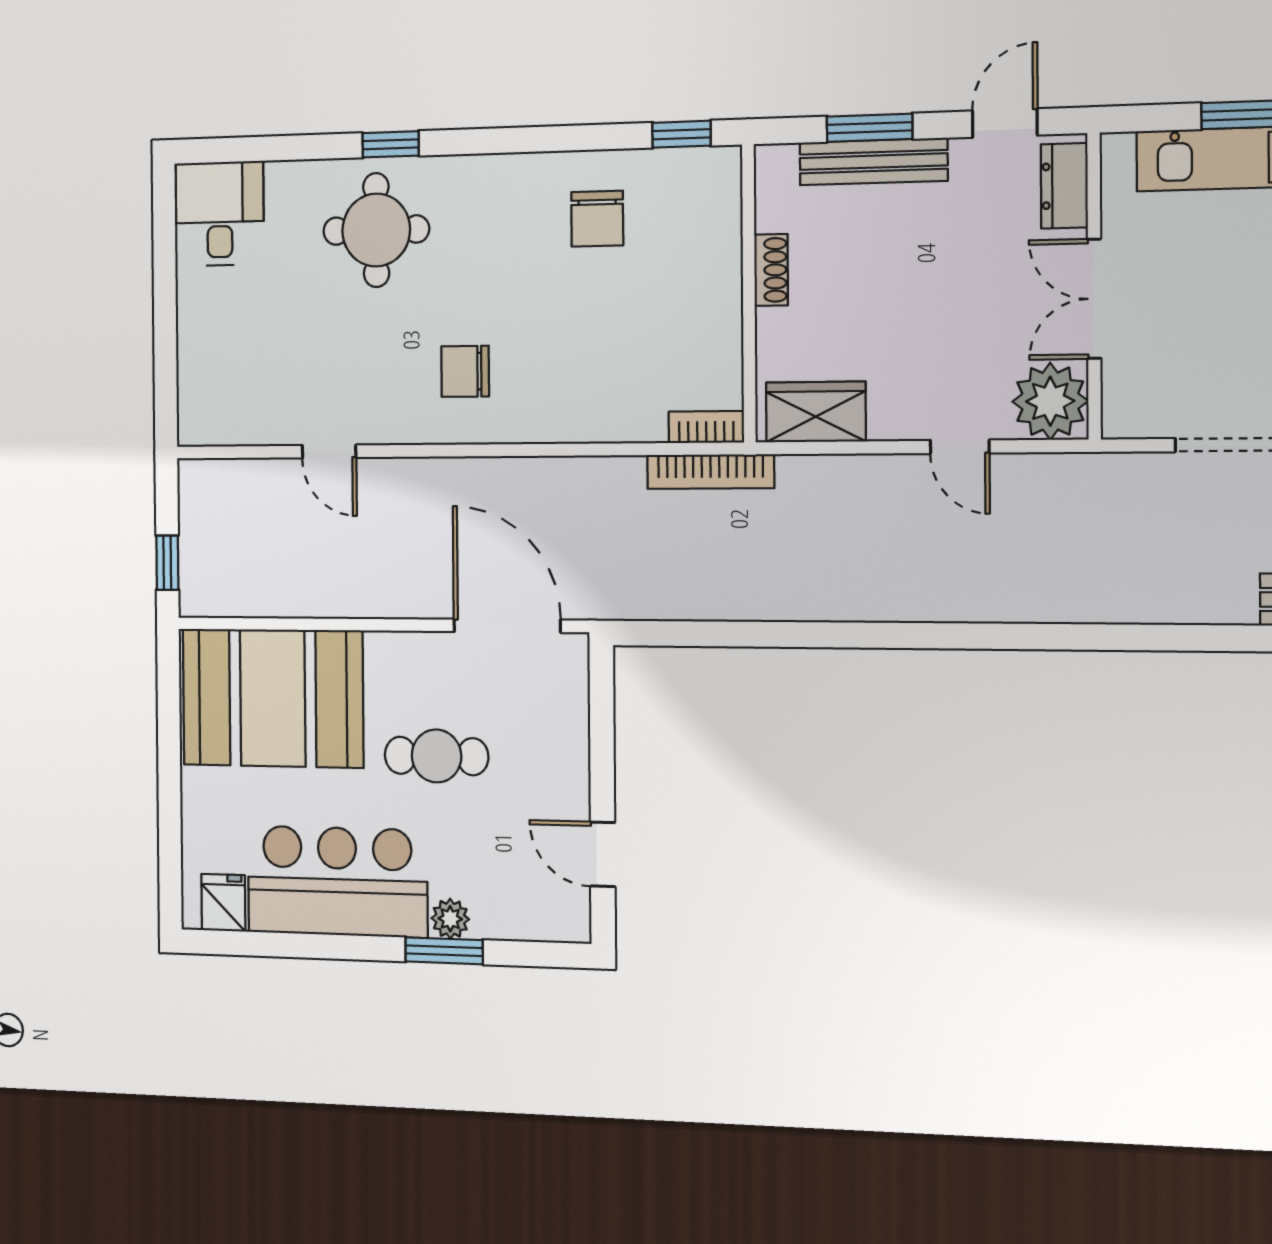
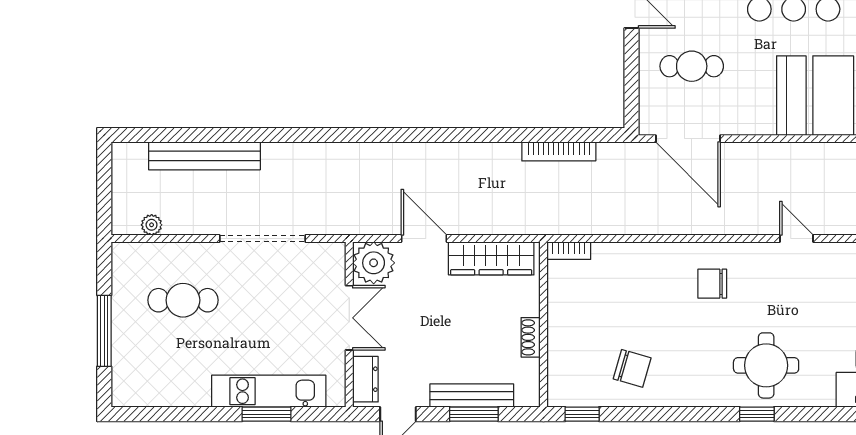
chair: (597, 219) -> (632, 368), turned 106
chair: (465, 371) -> (712, 284), turned 180
wardrobe: (816, 412) -> (491, 258), width x1.50
door: (960, 447) -> (424, 239), width x1.38
bookcase: (711, 472) -> (559, 151), moved, turned 180
cafe table: (436, 756) -> (692, 66), moved

